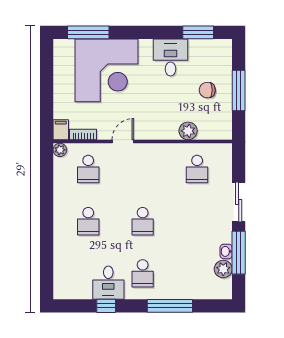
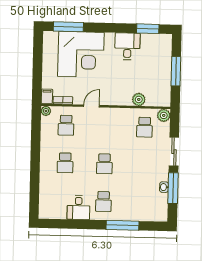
chair: (207, 90) -> (153, 70), removed
plant: (223, 269) -> (164, 115), moved
window: (106, 306) -> (77, 224), removed

